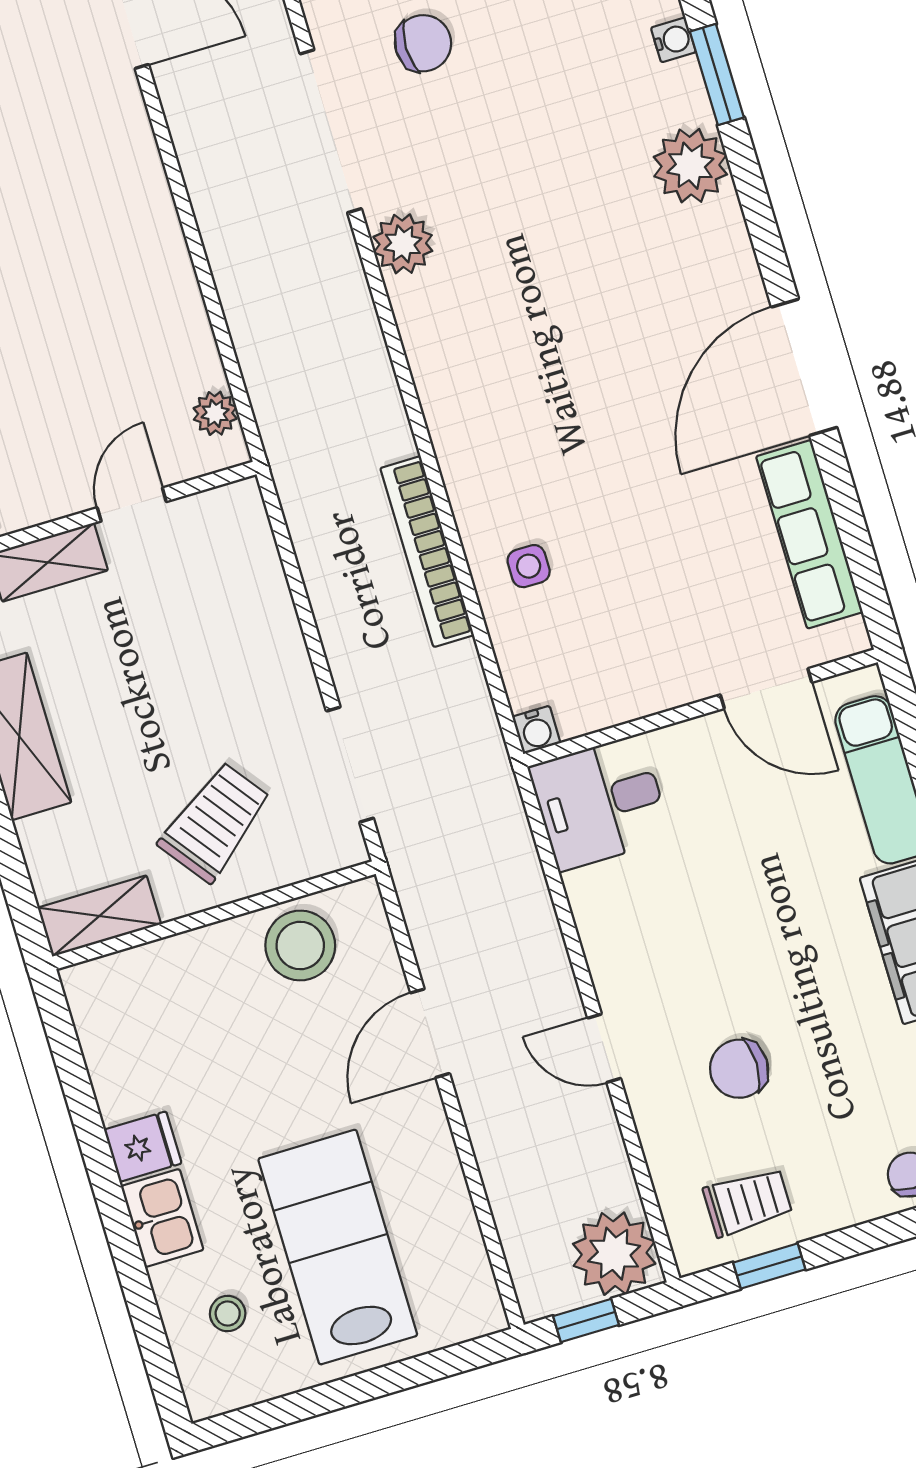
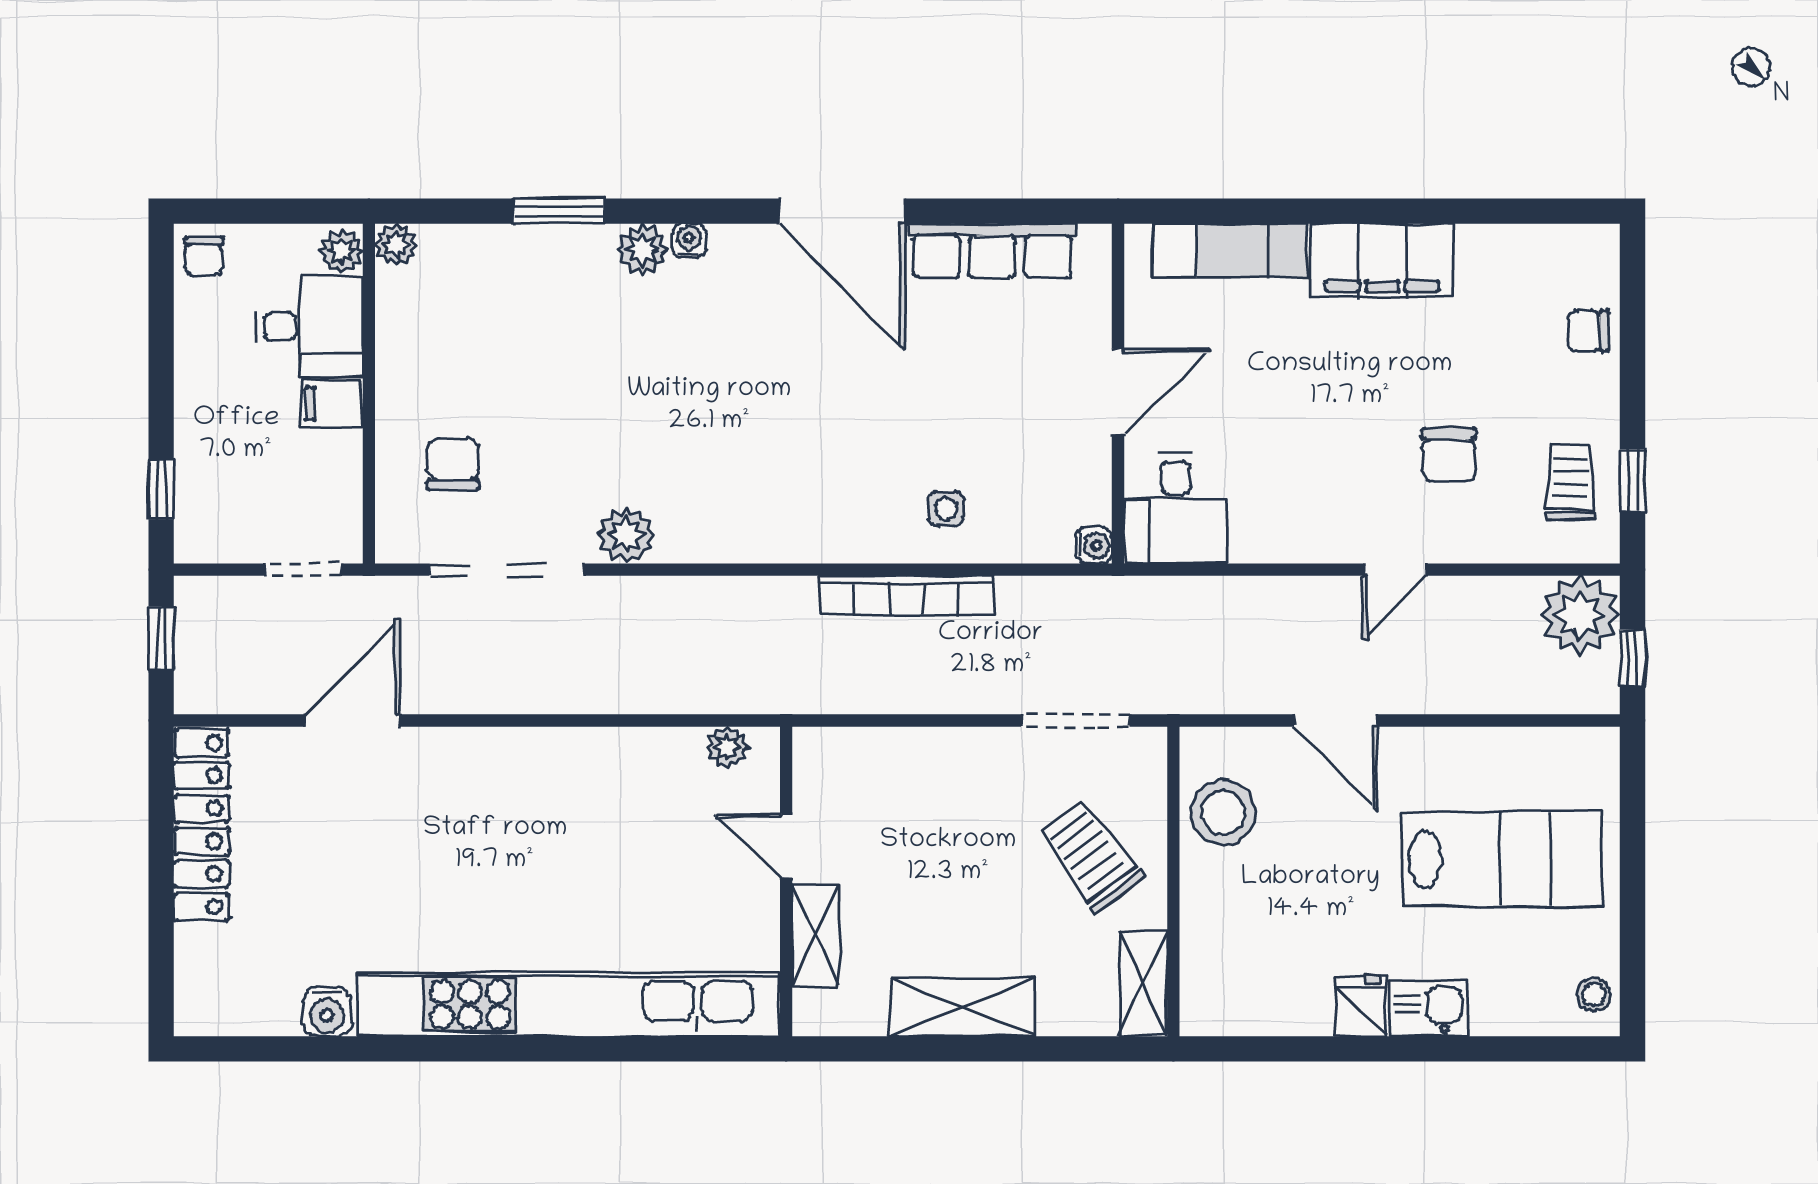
water cooler: (673, 40) -> (689, 241), moved
plant: (690, 166) -> (642, 249), width x0.73, depth x0.73
door: (766, 689) -> (1118, 392), moved
lab bench: (338, 1247) -> (1501, 859), turned 180
stool: (228, 1314) -> (1594, 994), moved

